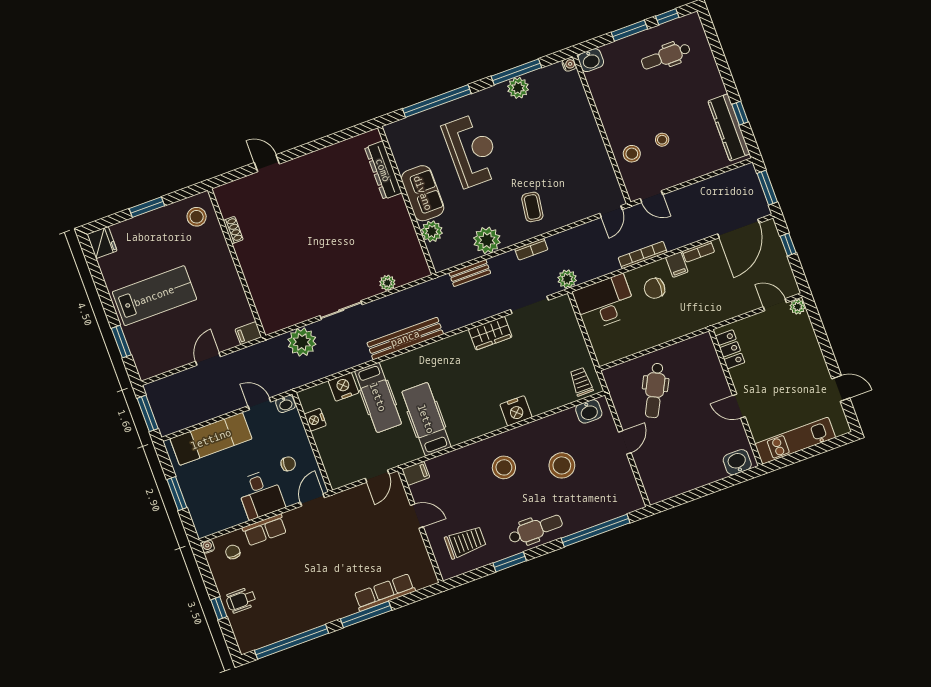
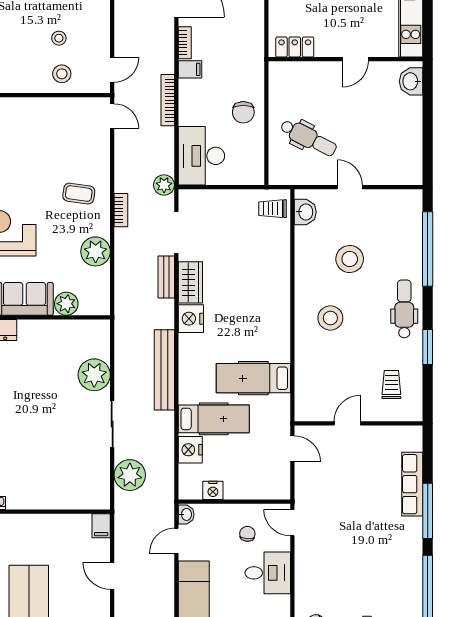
bench: (470, 273) -> (166, 277), moved
plant: (387, 283) -> (94, 375), width x1.88, depth x1.88
chair: (655, 288) -> (243, 112), moved
nightstand: (516, 411) -> (191, 319), moved, turned 180
filing cabinet: (416, 473) -> (304, 409), removed
row of seats: (265, 530) -> (305, 582), removed
trolley: (465, 542) -> (391, 384), width x0.73, depth x0.72

